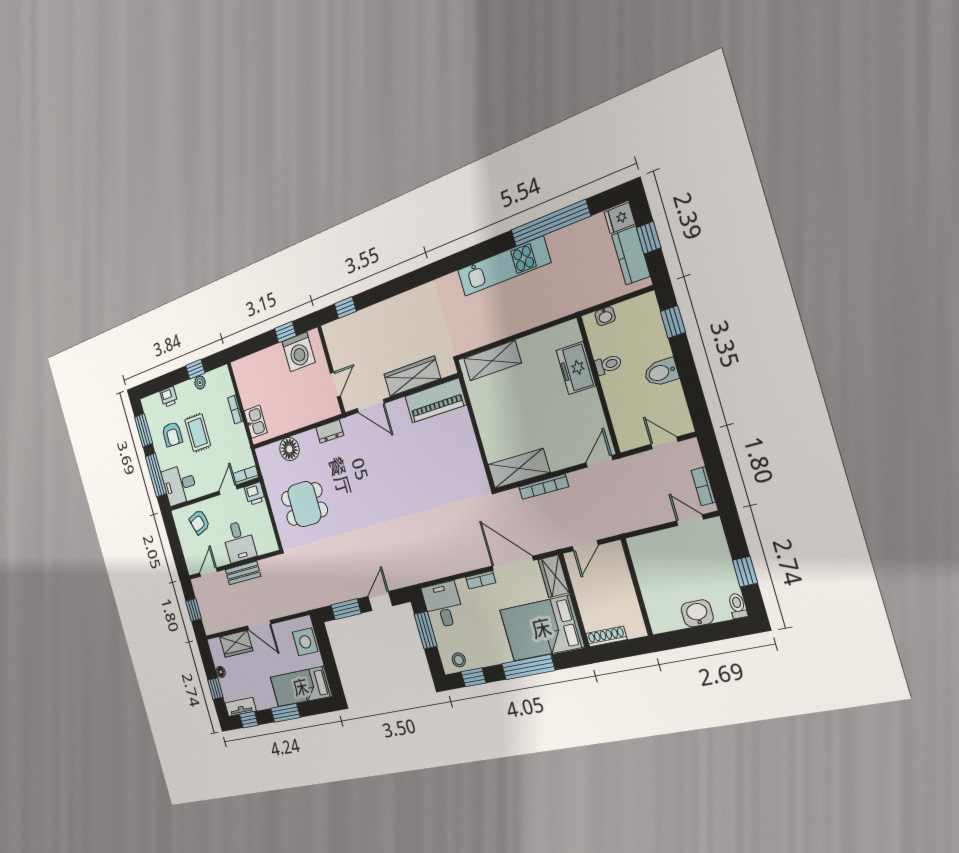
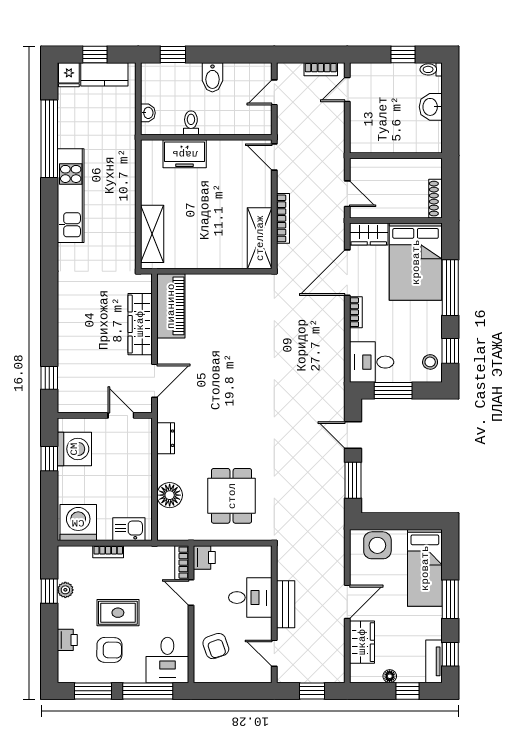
washing machine: (248, 376) -> (78, 523), added

